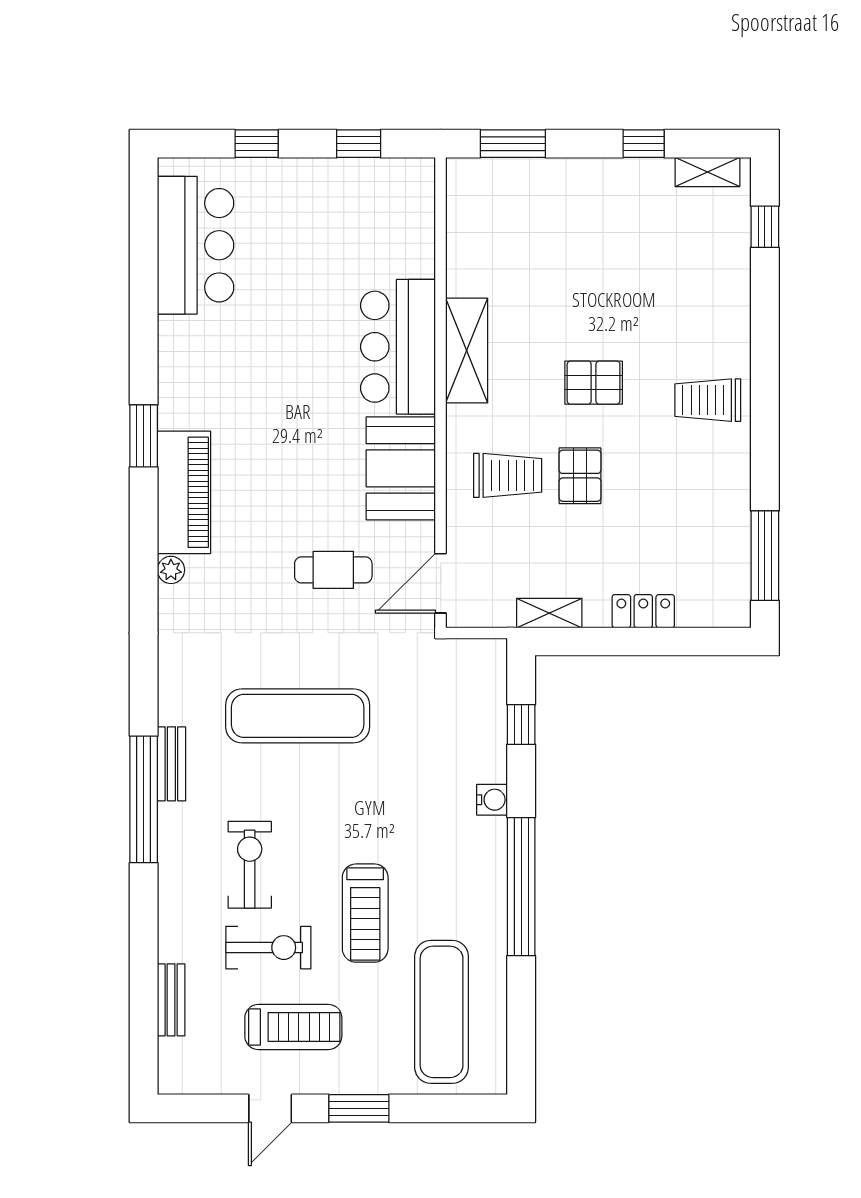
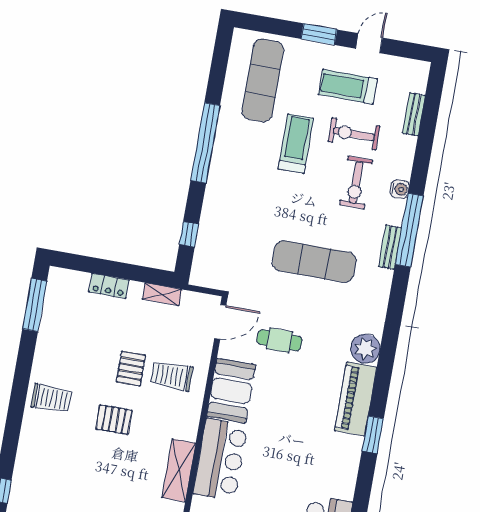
shelving: (467, 351) -> (179, 470), moved
plant: (171, 570) -> (365, 349), width x1.88, depth x1.88
water cooler: (492, 800) -> (400, 189), moved, turned 180

